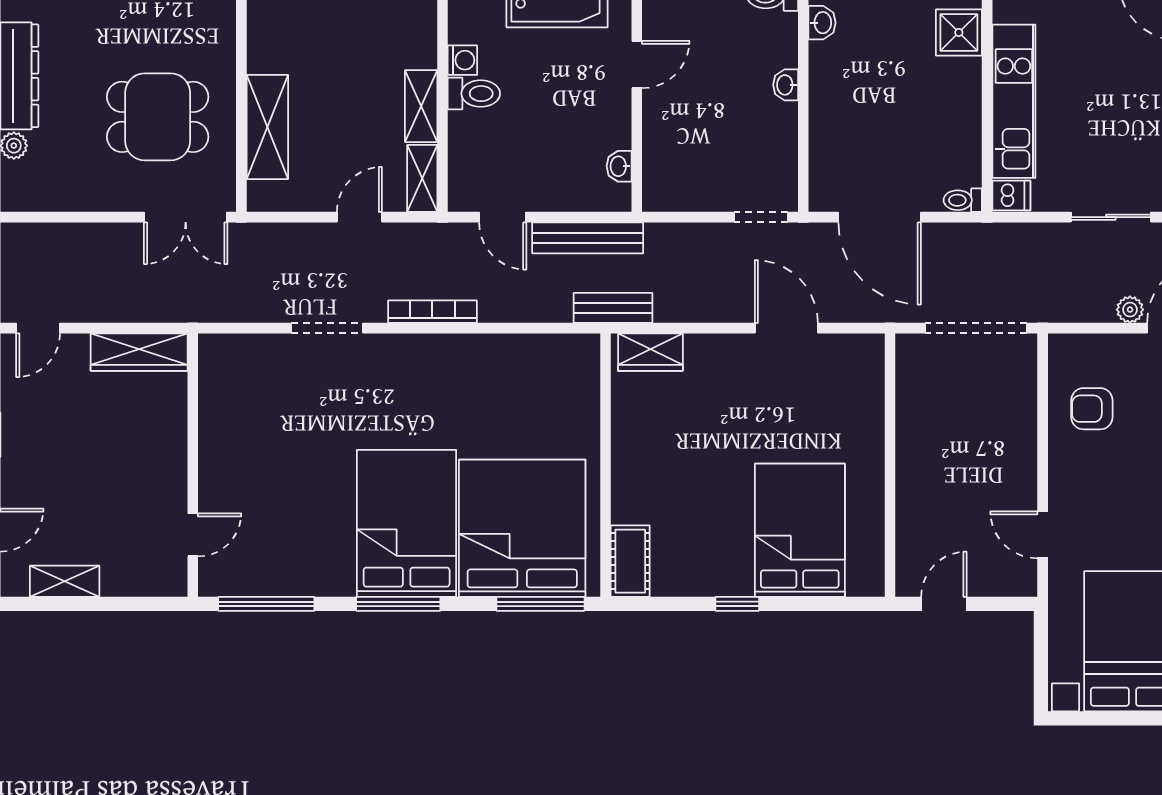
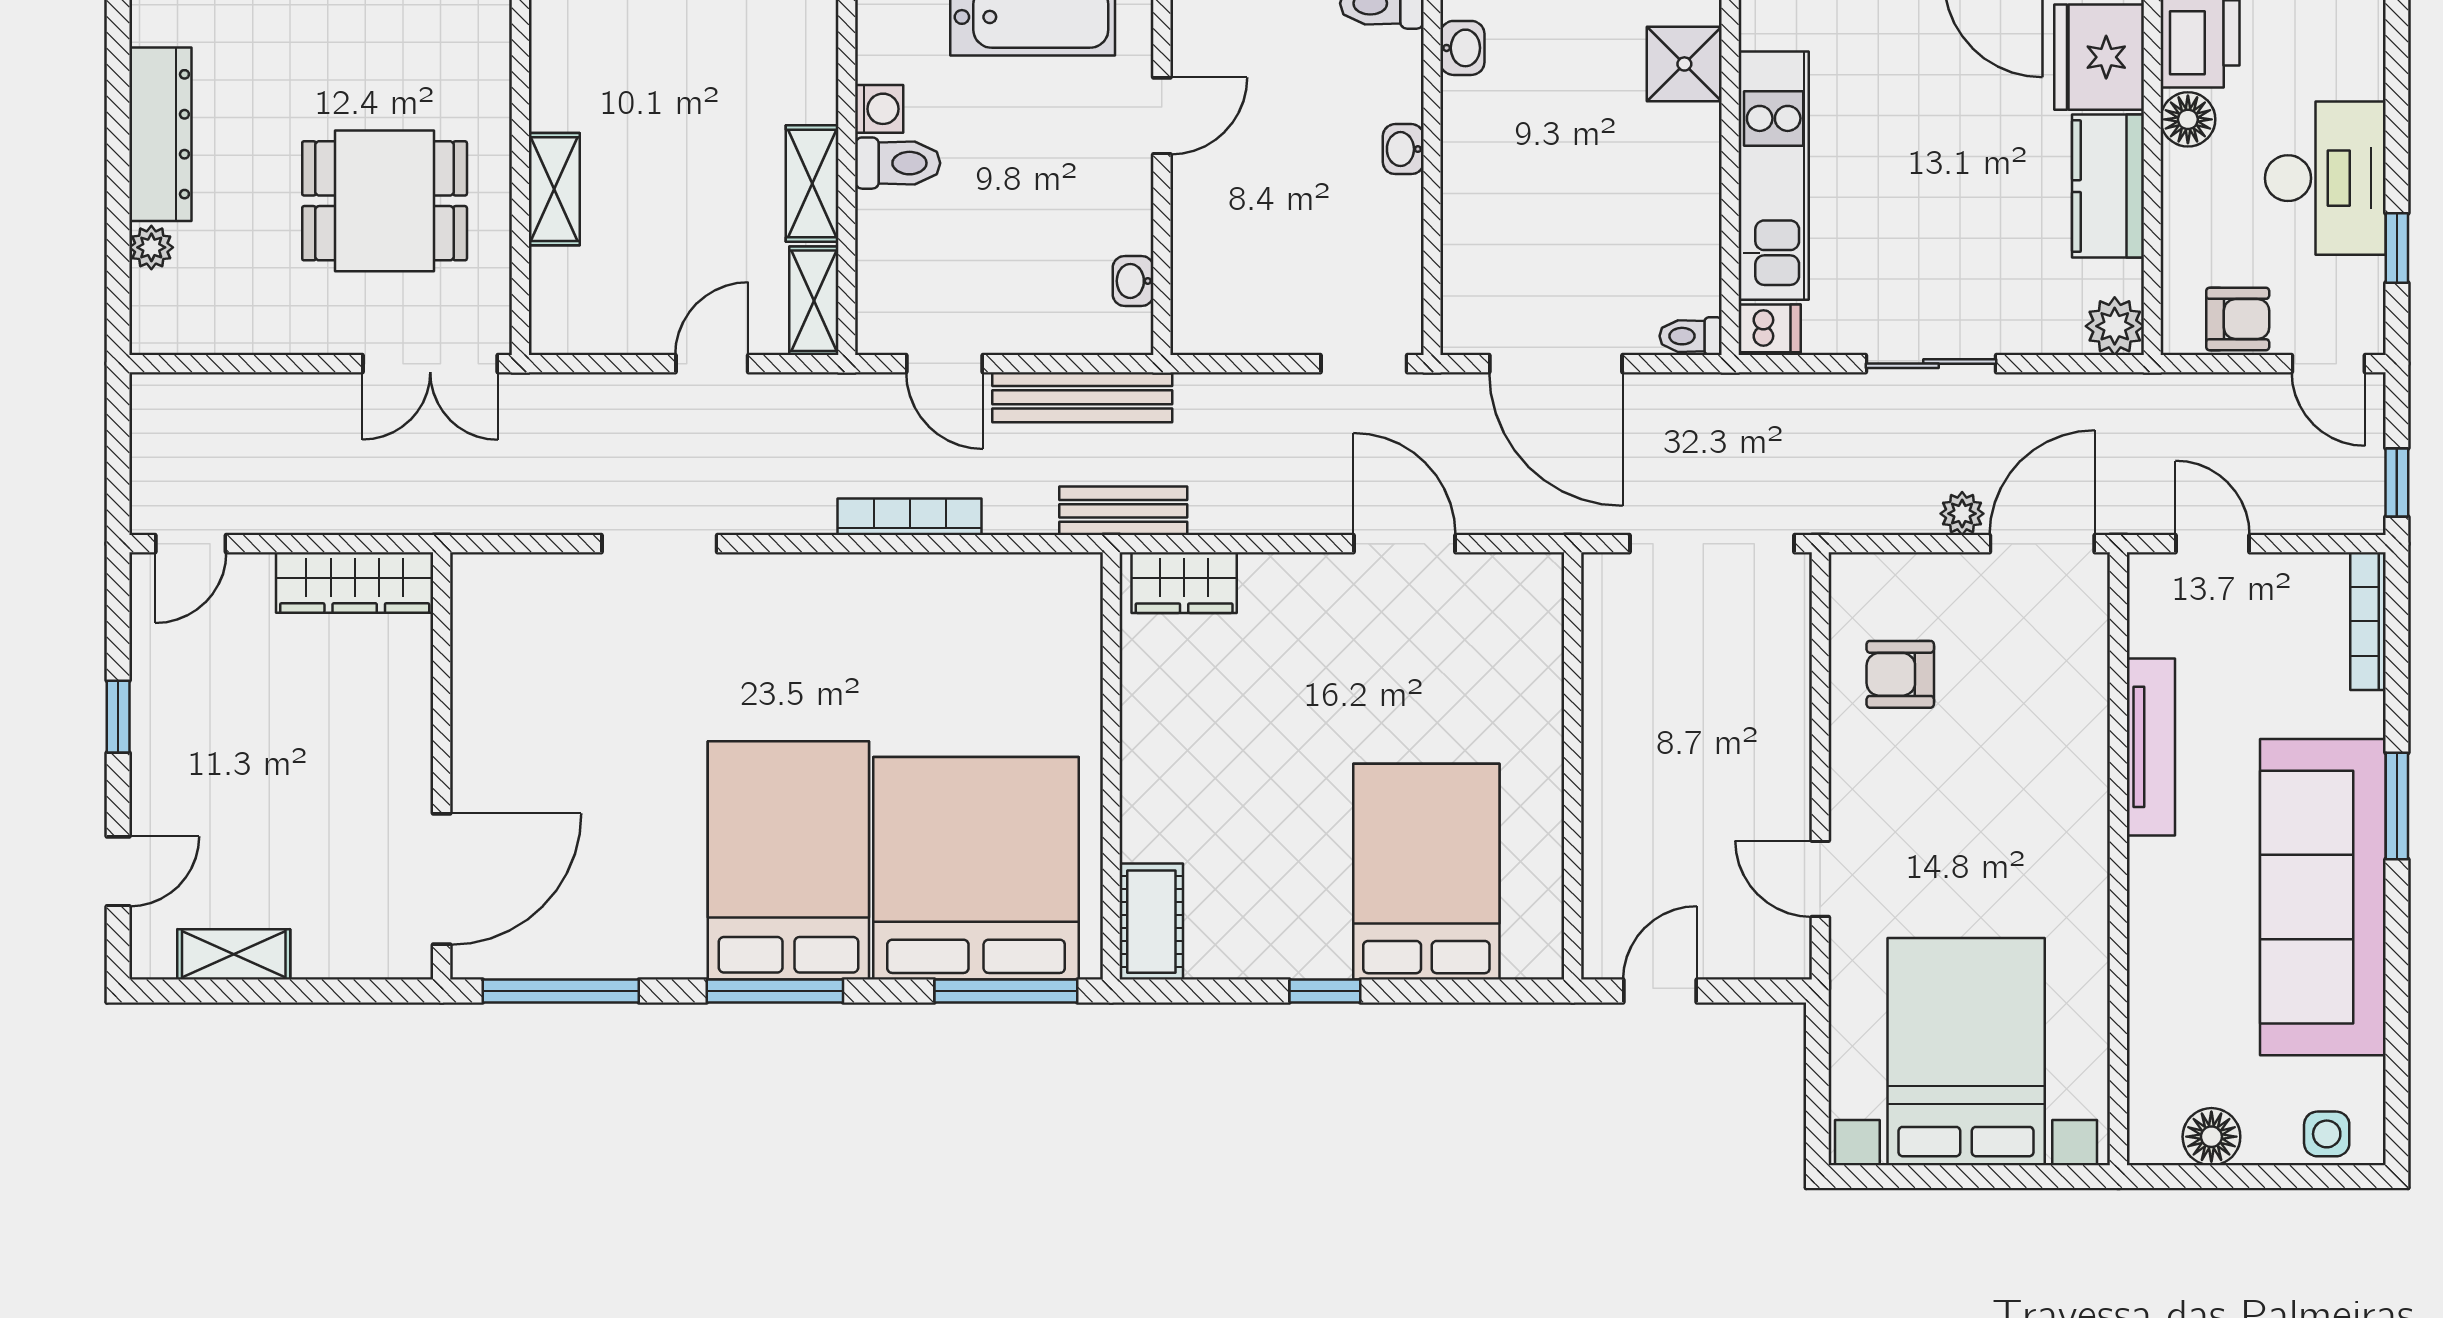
shelving: (267, 127) -> (554, 189), width x0.67, depth x0.75
bookcase: (432, 312) -> (910, 517), moved
door: (193, 535) -> (442, 879), width x1.88

